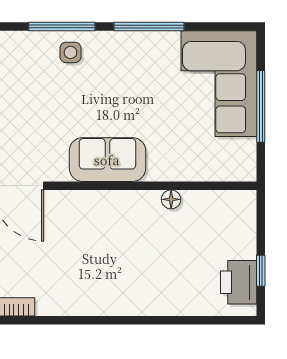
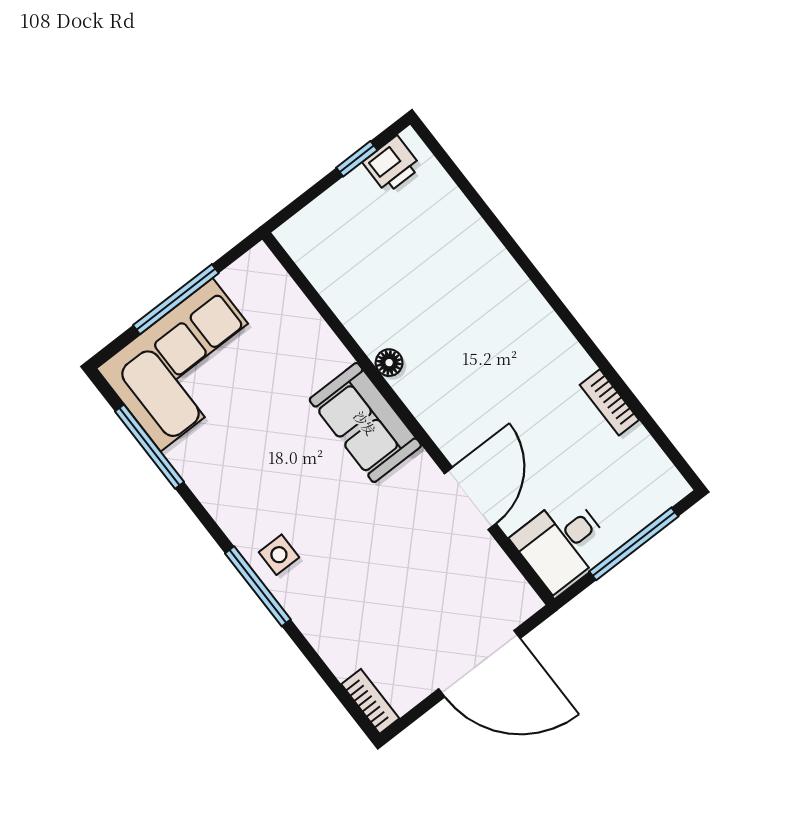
window: (149, 27) -> (149, 447), moved
floor lamp: (171, 199) -> (389, 363), moved
printer: (239, 282) -> (392, 165), width x0.73, depth x0.81

